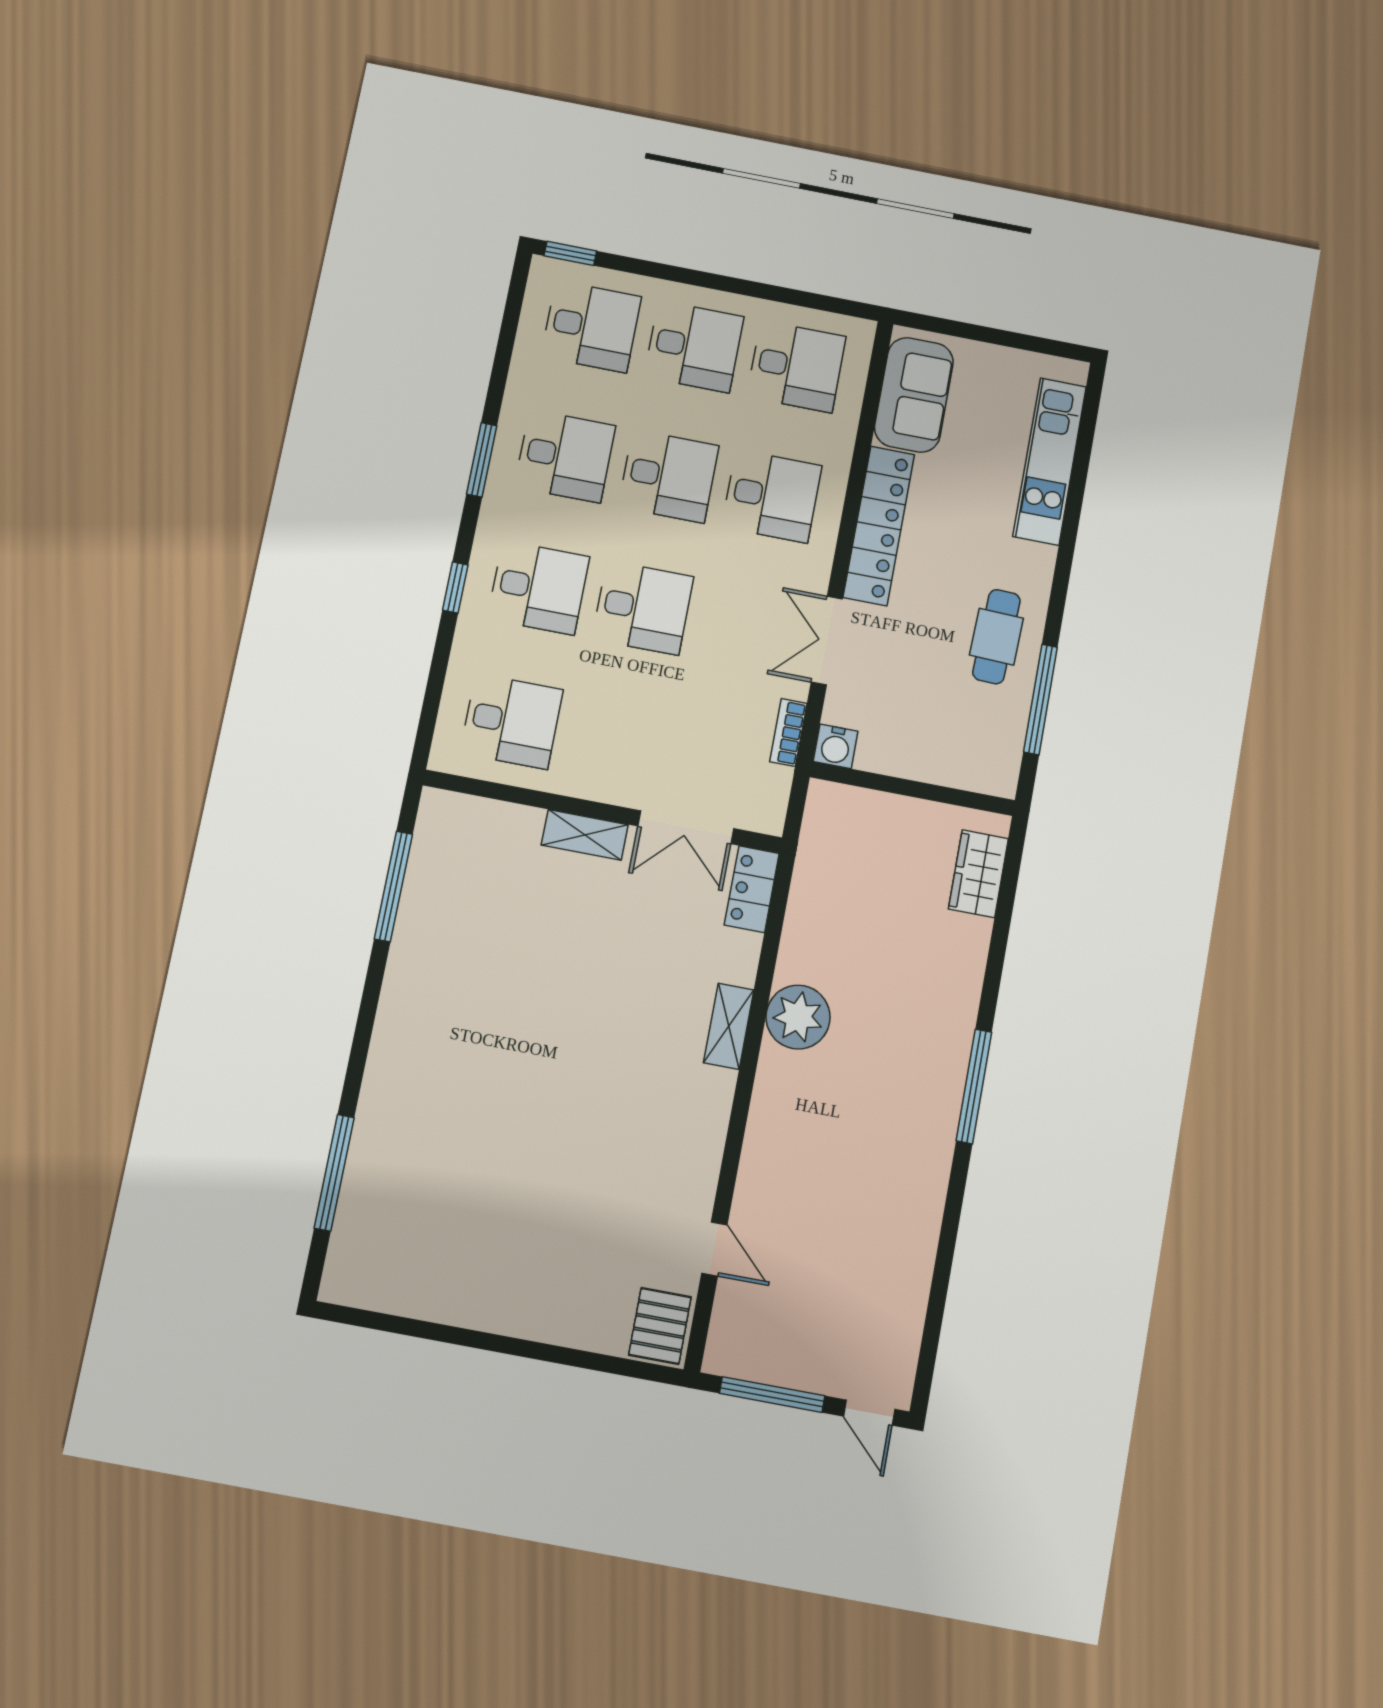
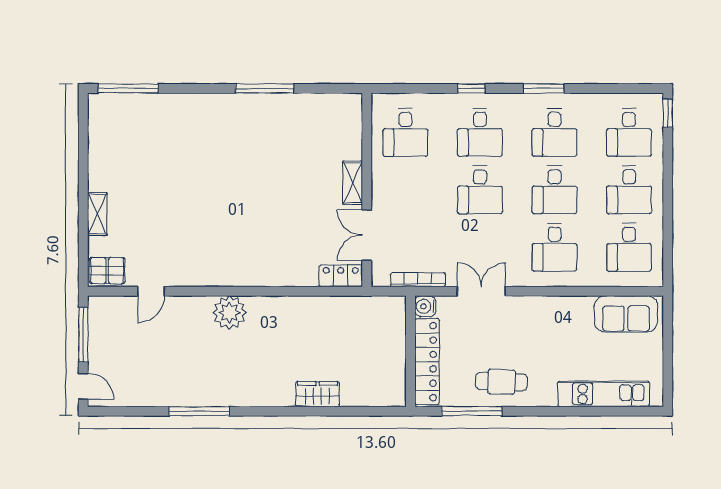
locker: (879, 526) -> (427, 362), moved, turned -90
bookcase: (788, 733) -> (418, 280), width x1.56
wardrobe: (978, 874) -> (318, 394), moved
window: (393, 886) -> (265, 88), moved
plant: (798, 1017) -> (229, 313), moved
shelving: (729, 1026) -> (97, 214), moved, turned 90
window: (974, 1086) -> (199, 411), moved
window: (334, 1173) -> (128, 88), moved
door: (869, 1413) -> (83, 386), swing flipped

